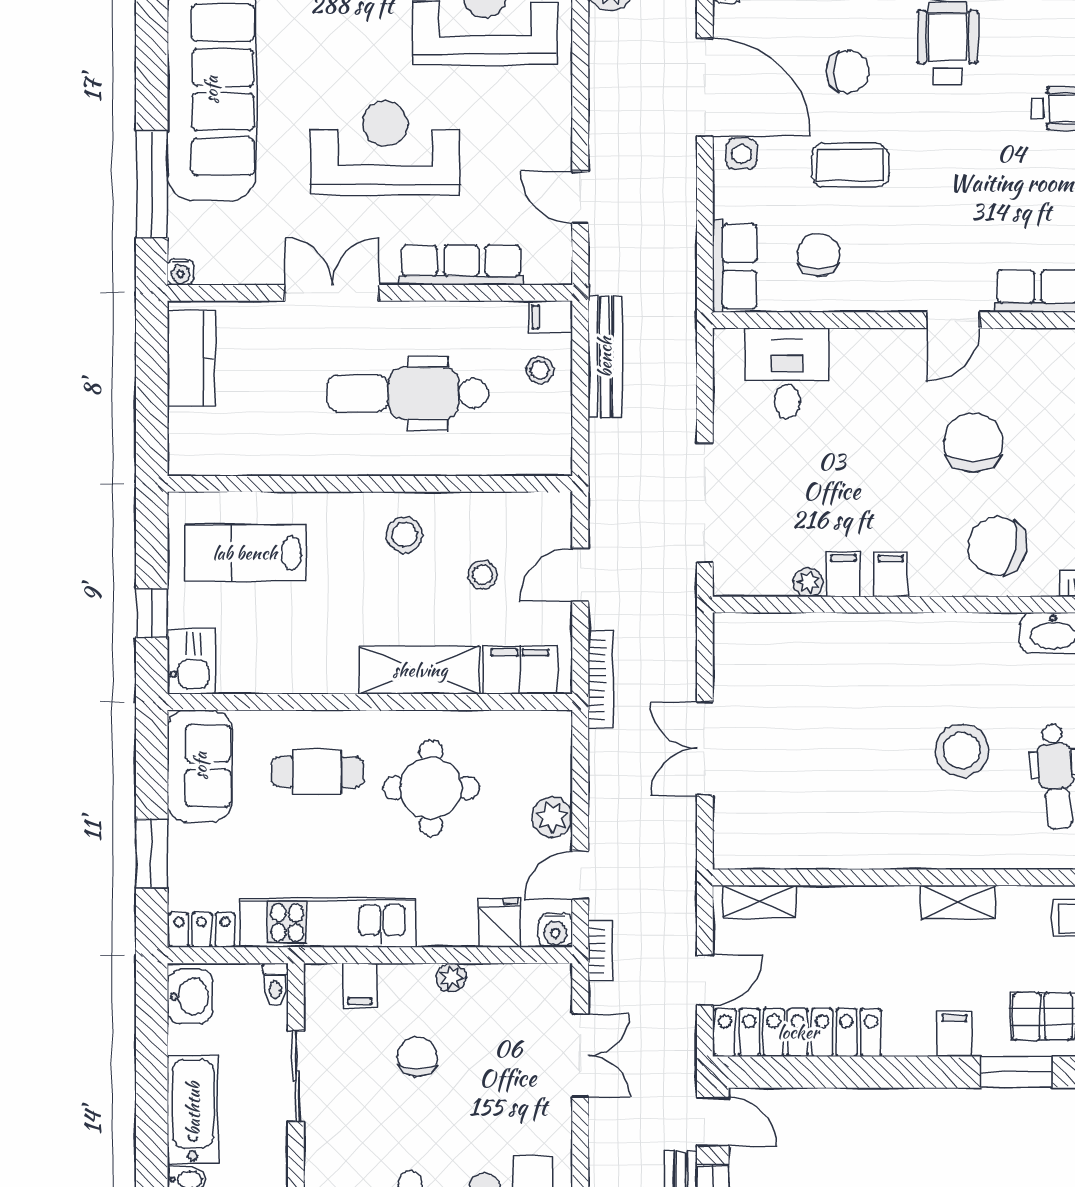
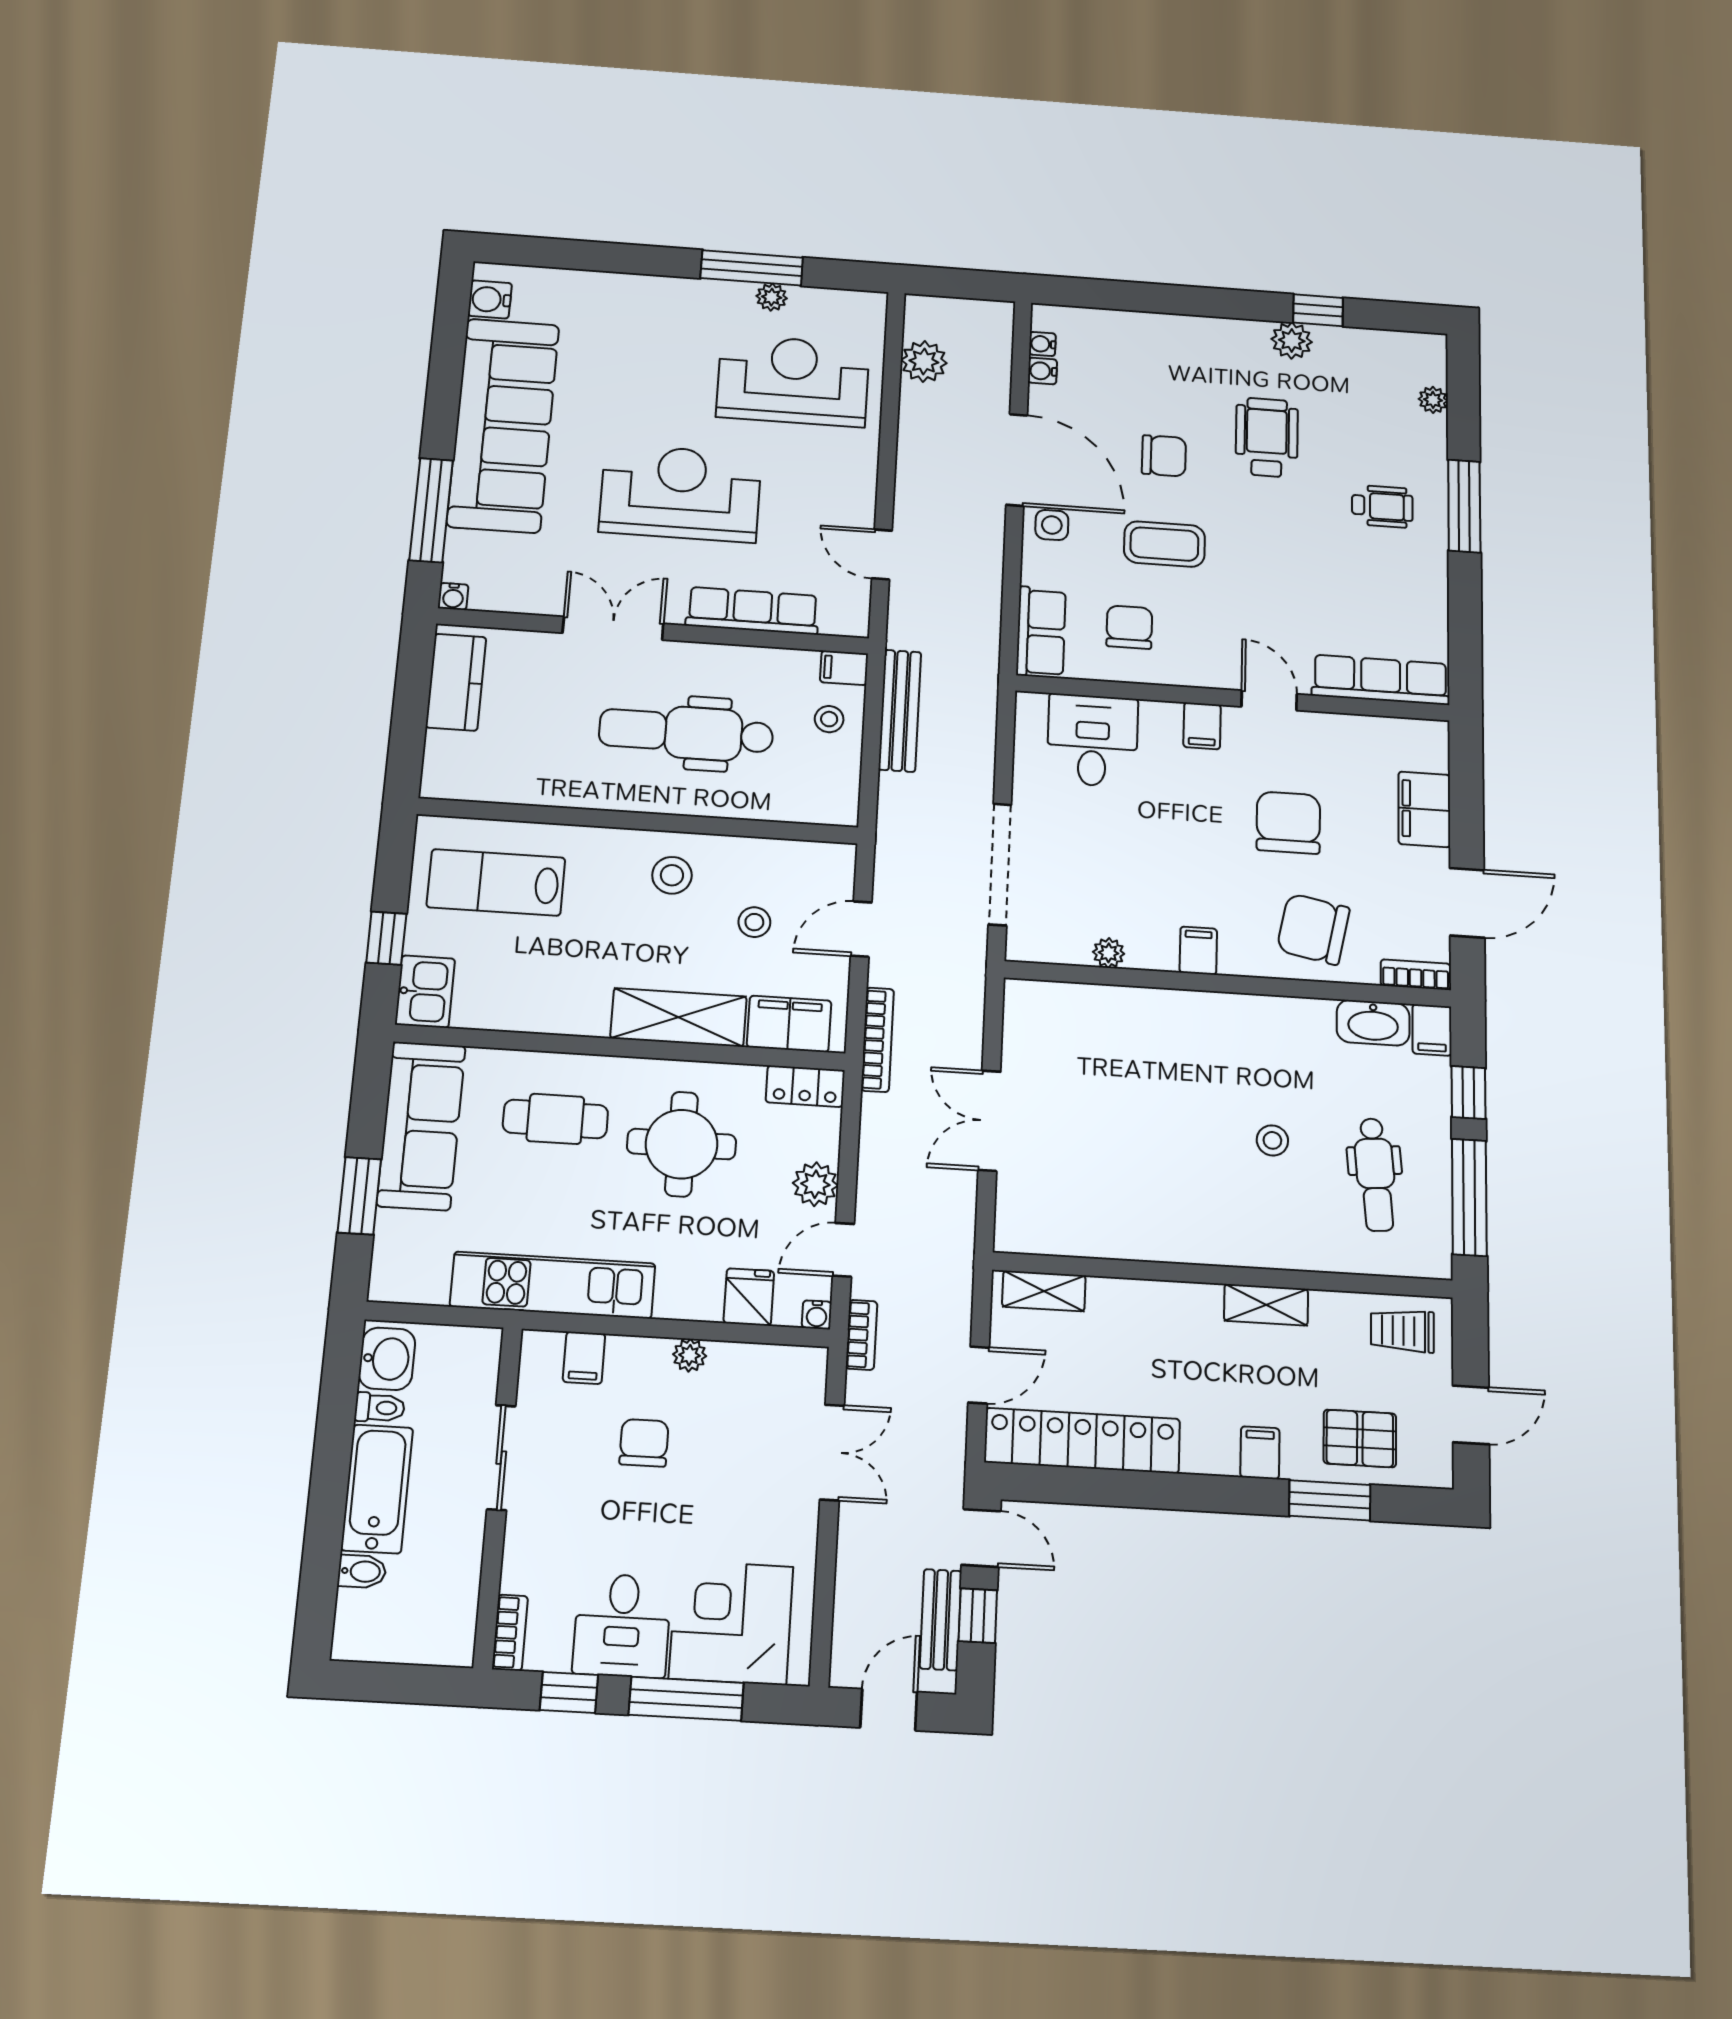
door: (953, 320) -> (1269, 700), swing flipped
filing cabinet: (843, 574) -> (1202, 726), moved, turned 180
stool: (962, 750) -> (1272, 1140), width x0.53, depth x0.53
sofa: (200, 766) -> (421, 1126), width x1.36
locker: (202, 930) -> (805, 1086), moved, turned 180
water cooler: (555, 930) -> (817, 1315), width x0.72, depth x0.72
toilet: (275, 984) -> (380, 1408), moved, turned -90

